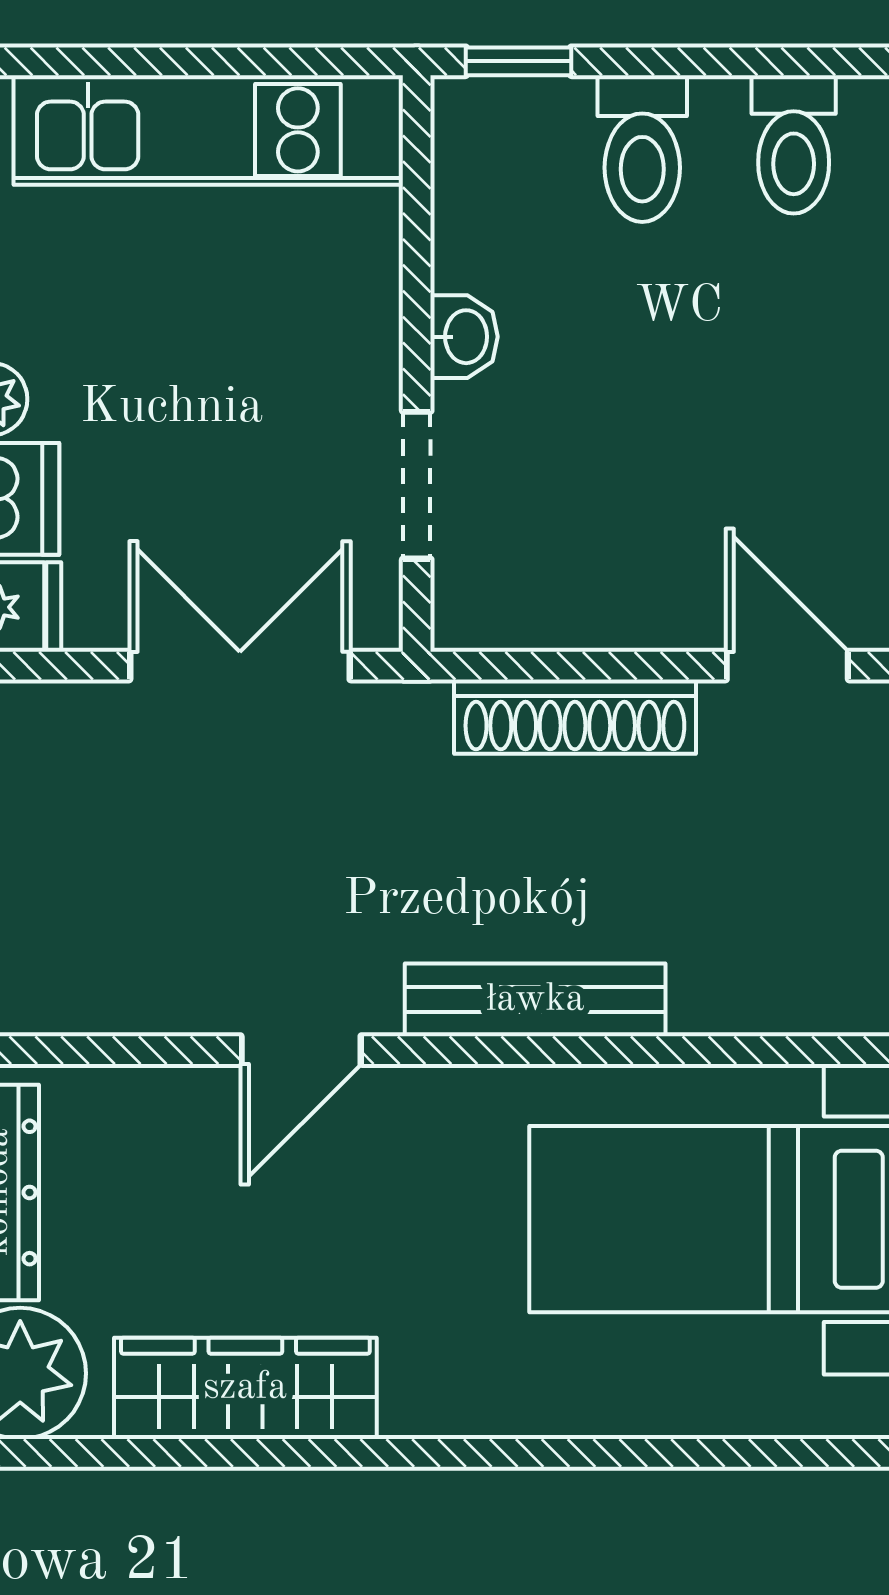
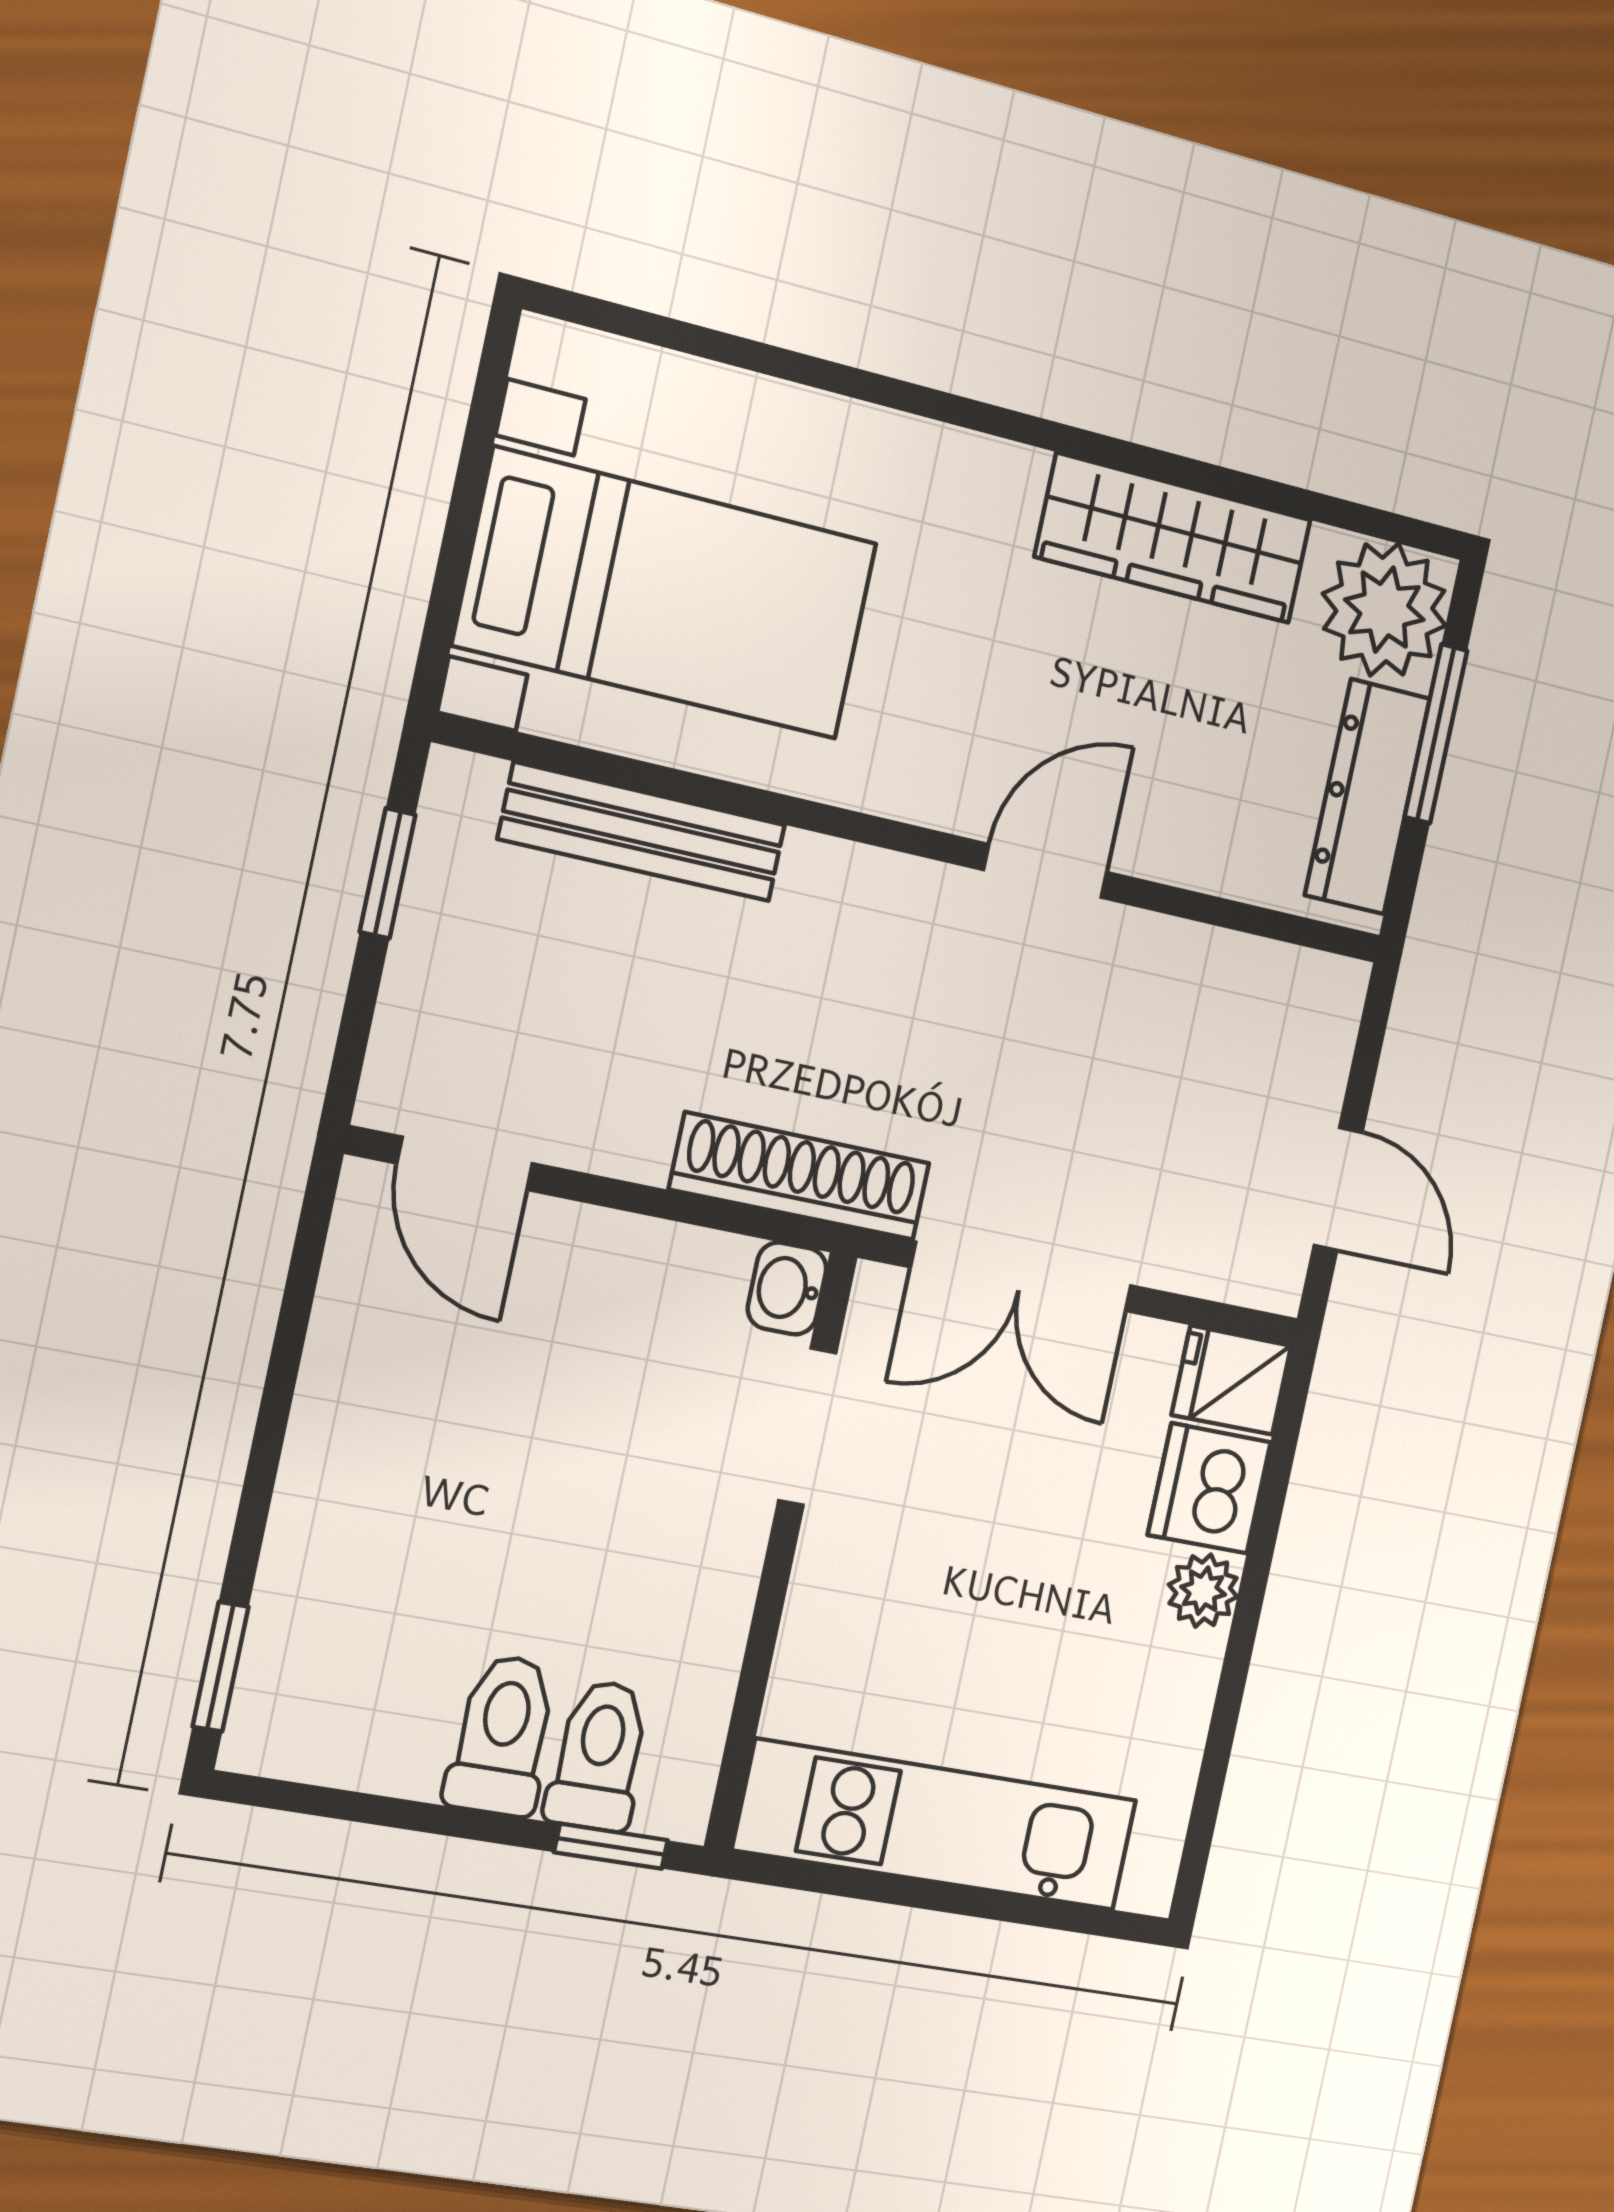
toilet: (794, 144) -> (599, 1755), moved
washbasin: (464, 337) -> (787, 1288), moved
shoe rack: (575, 717) -> (800, 1176), moved
bench: (535, 1000) -> (642, 832), moved

